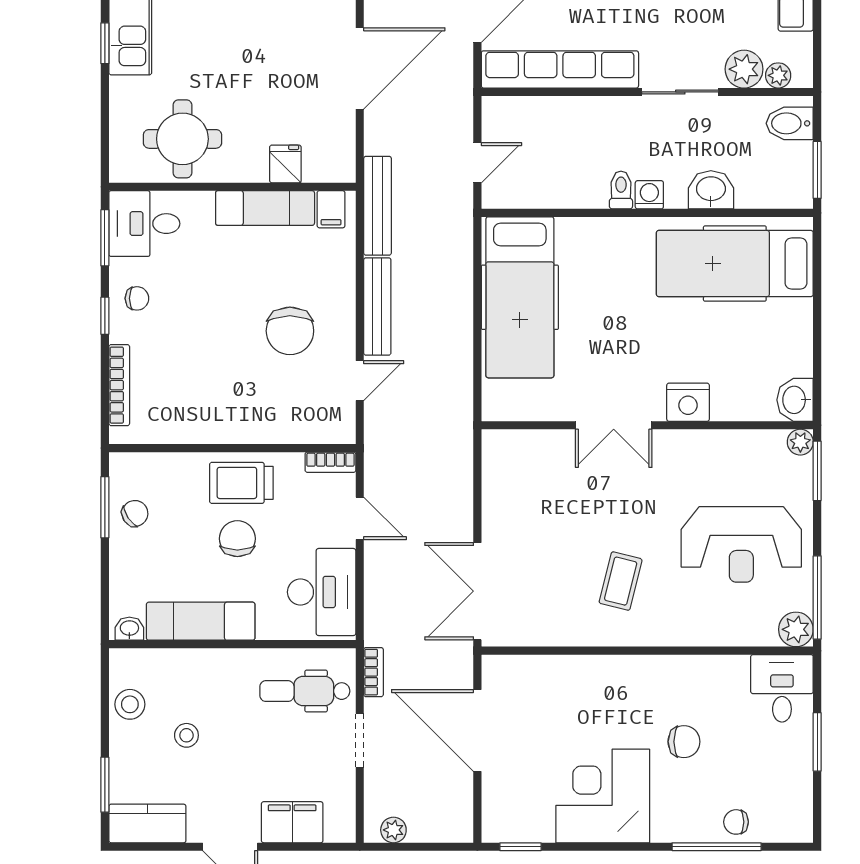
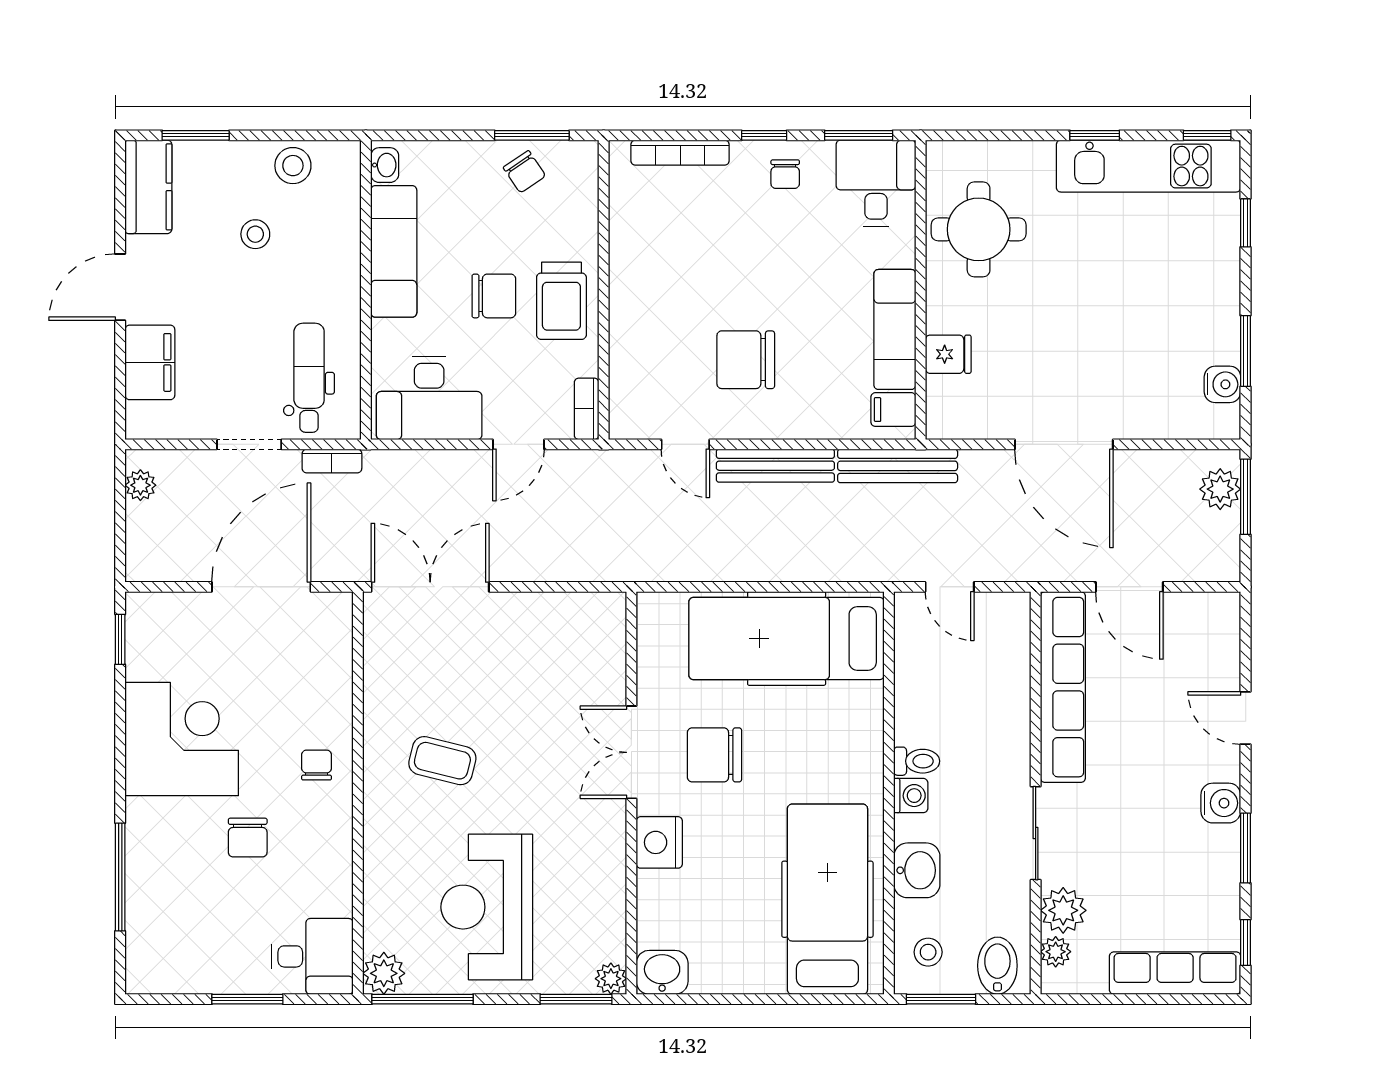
stool: (778, 181) -> (928, 952), added
chair: (616, 357) -> (714, 755), added
trolley: (241, 483) -> (561, 301), turned 180
chair: (736, 822) -> (317, 765), moved

